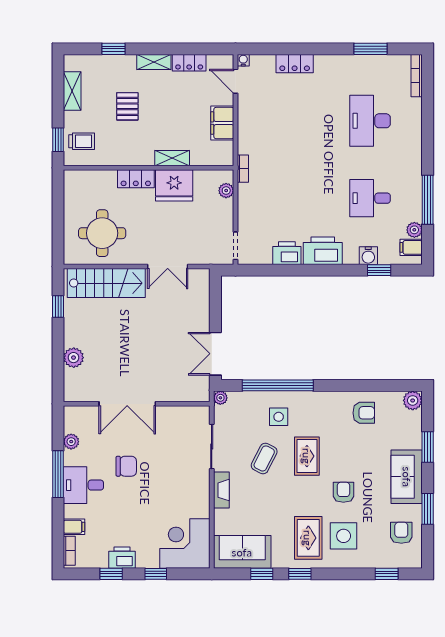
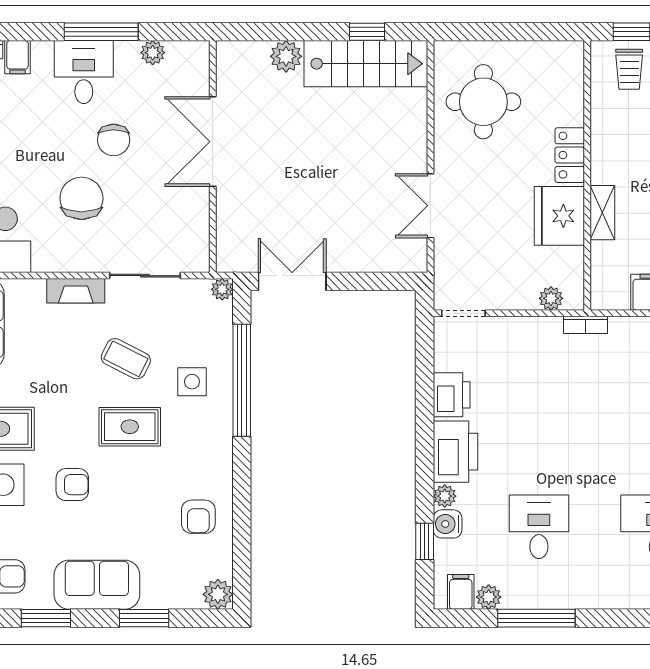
plant: (351, 258) -> (445, 496), added
stairs: (106, 283) -> (366, 64), moved, turned -90
chair: (163, 486) -> (81, 198), added

